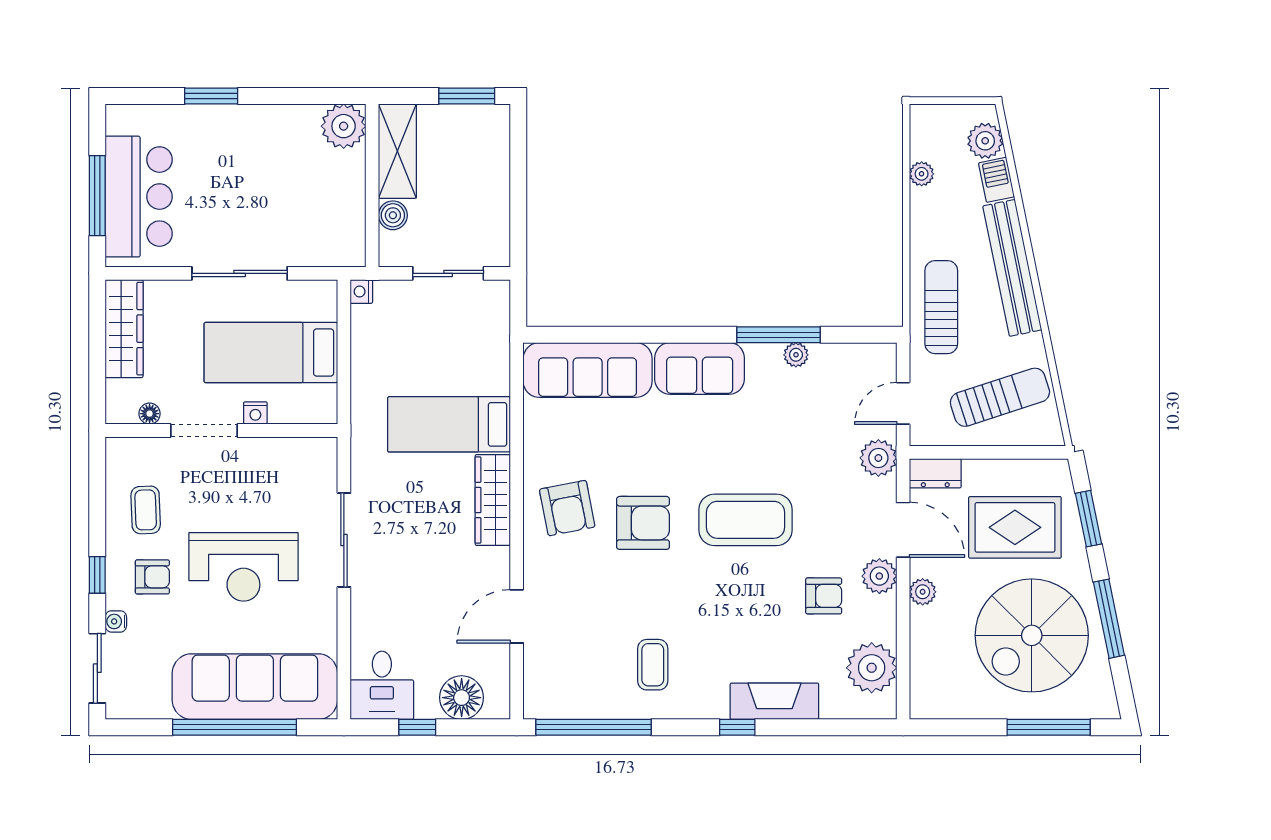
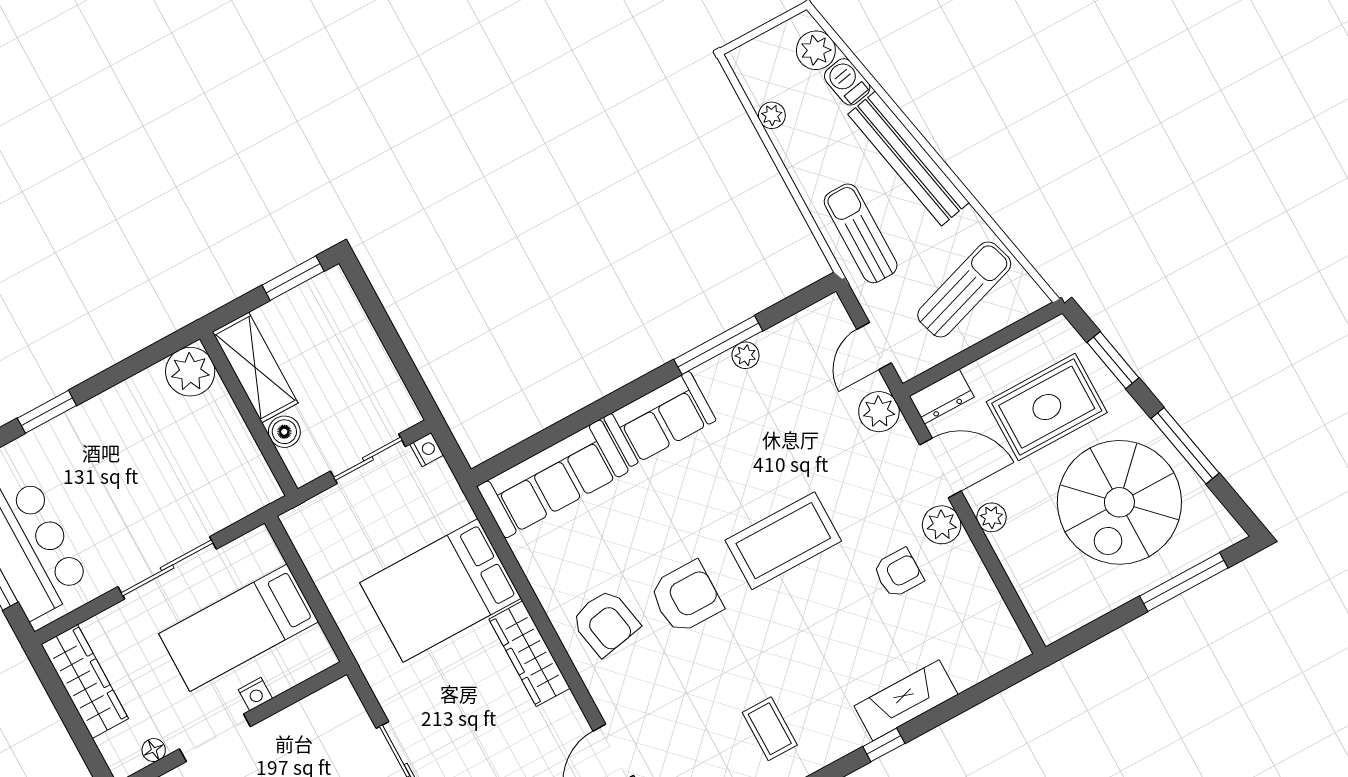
nightstand: (361, 292) -> (427, 450), moved, turned 180
bed: (449, 424) -> (441, 590), width x1.50
plant: (872, 668) -> (982, 617), removed

